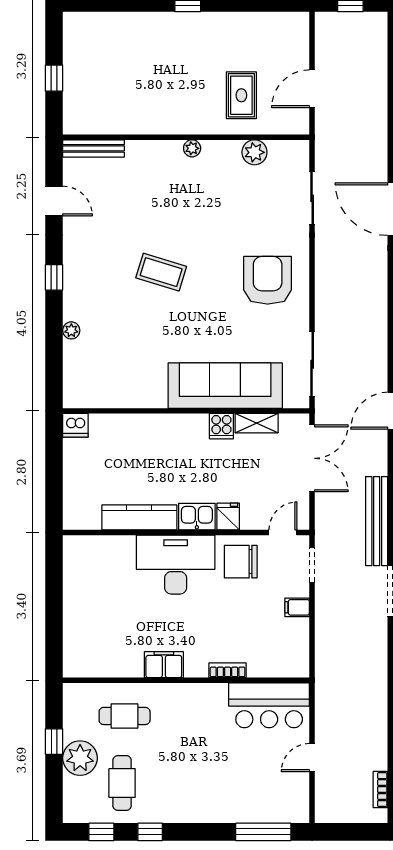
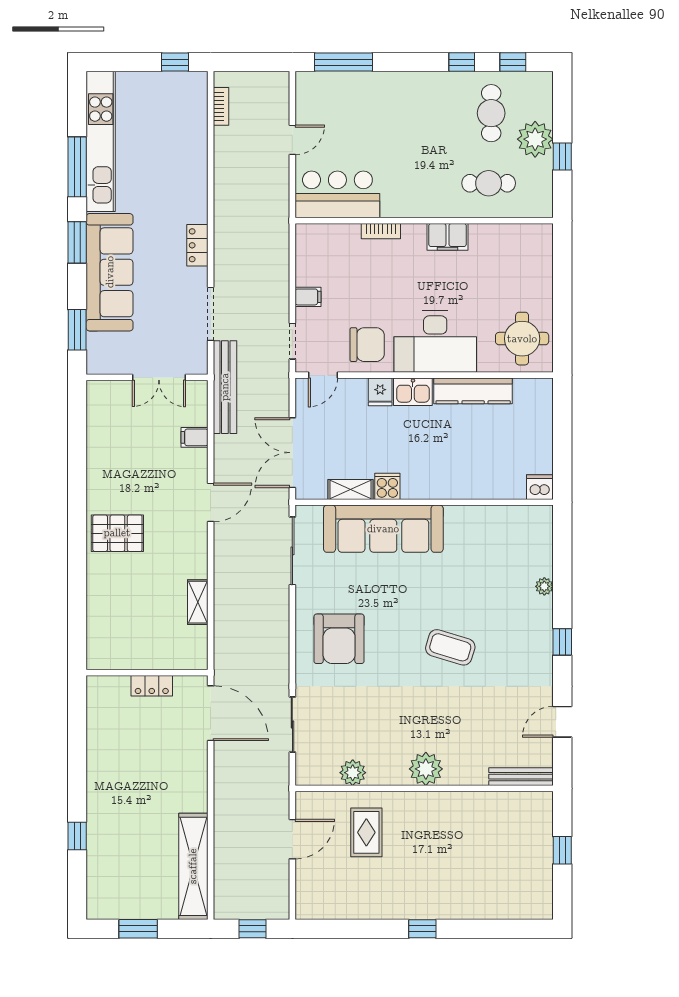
plant: (192, 148) -> (426, 769), width x1.87, depth x1.87
door: (54, 201) -> (562, 722), hinge flipped
round table: (92, 567) -> (522, 339), added

